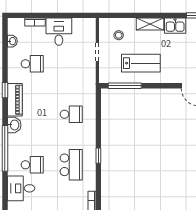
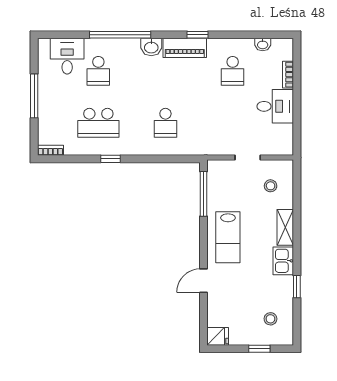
lab bench: (141, 63) -> (228, 237), moved

